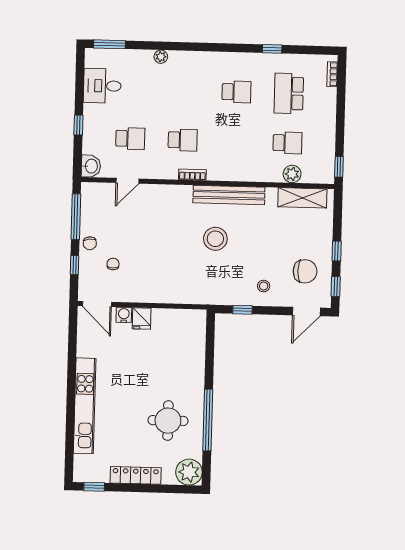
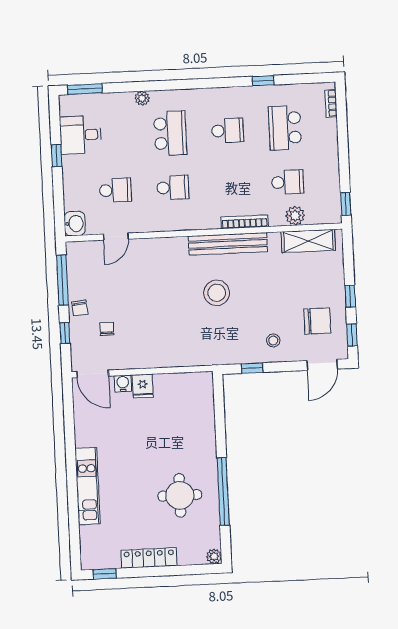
school desk: (184, 90) -> (170, 133), added
window: (78, 125) -> (57, 156), moved
bookcase: (192, 175) -> (245, 222), moved, width x1.56
kitchen unit: (85, 406) -> (88, 486), width x0.73
plant: (189, 472) -> (214, 556), width x0.53, depth x0.53

